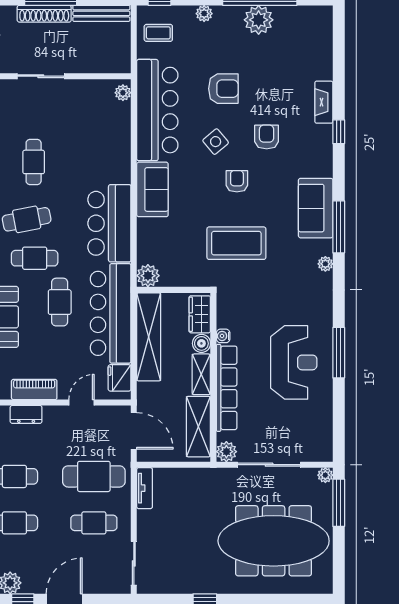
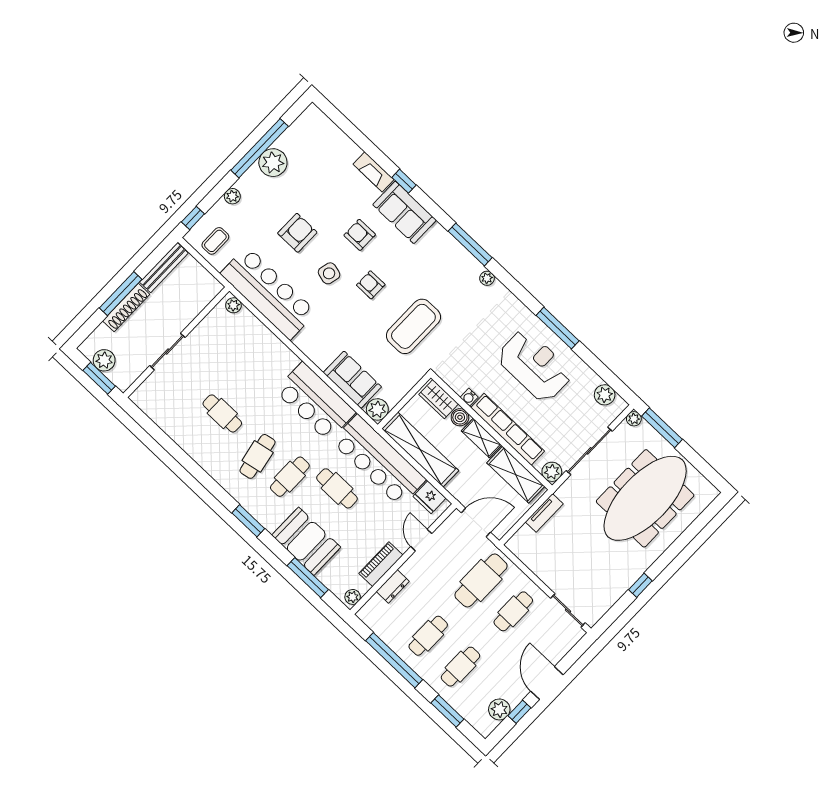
side table: (216, 142) -> (329, 273), turned -36
sofa: (152, 189) -> (352, 380), moved
sofa: (316, 208) -> (405, 212), moved
plant: (322, 436) -> (605, 395), added
tv unit: (145, 488) -> (544, 513), moved, turned 90

